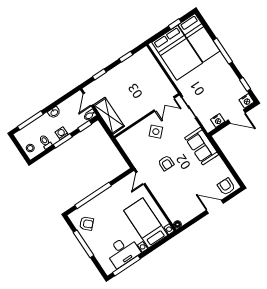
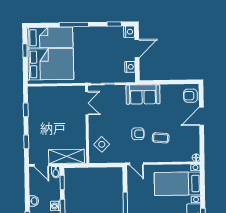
side table: (156, 132) -> (102, 144), moved
coffee table: (175, 184) -> (161, 138), added

